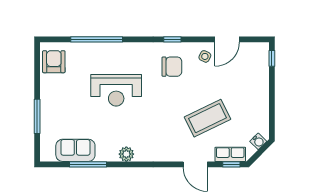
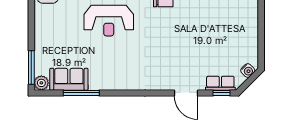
window: (37, 116) -> (31, 68), moved
coffee table: (207, 118) -> (198, 48), removed
plant: (126, 154) -> (41, 83), moved

